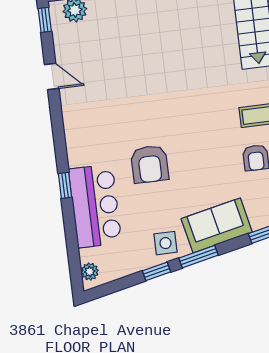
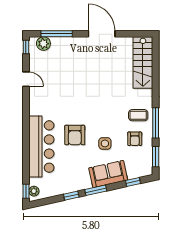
window: (65, 185) -> (26, 191), moved
bar counter: (95, 206) -> (41, 147), width x1.36
side table: (165, 243) -> (105, 143), moved

